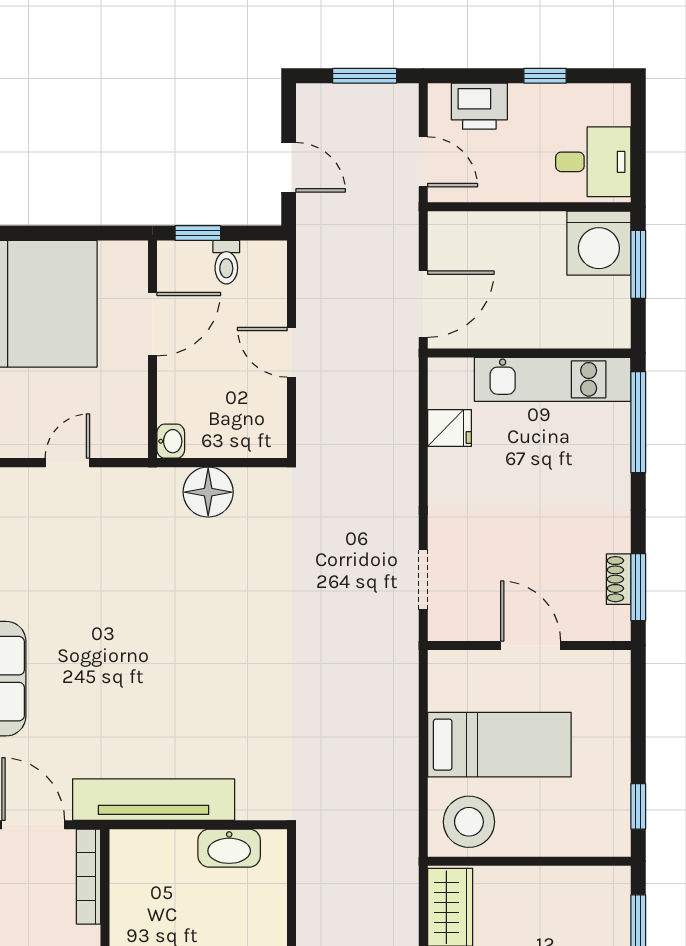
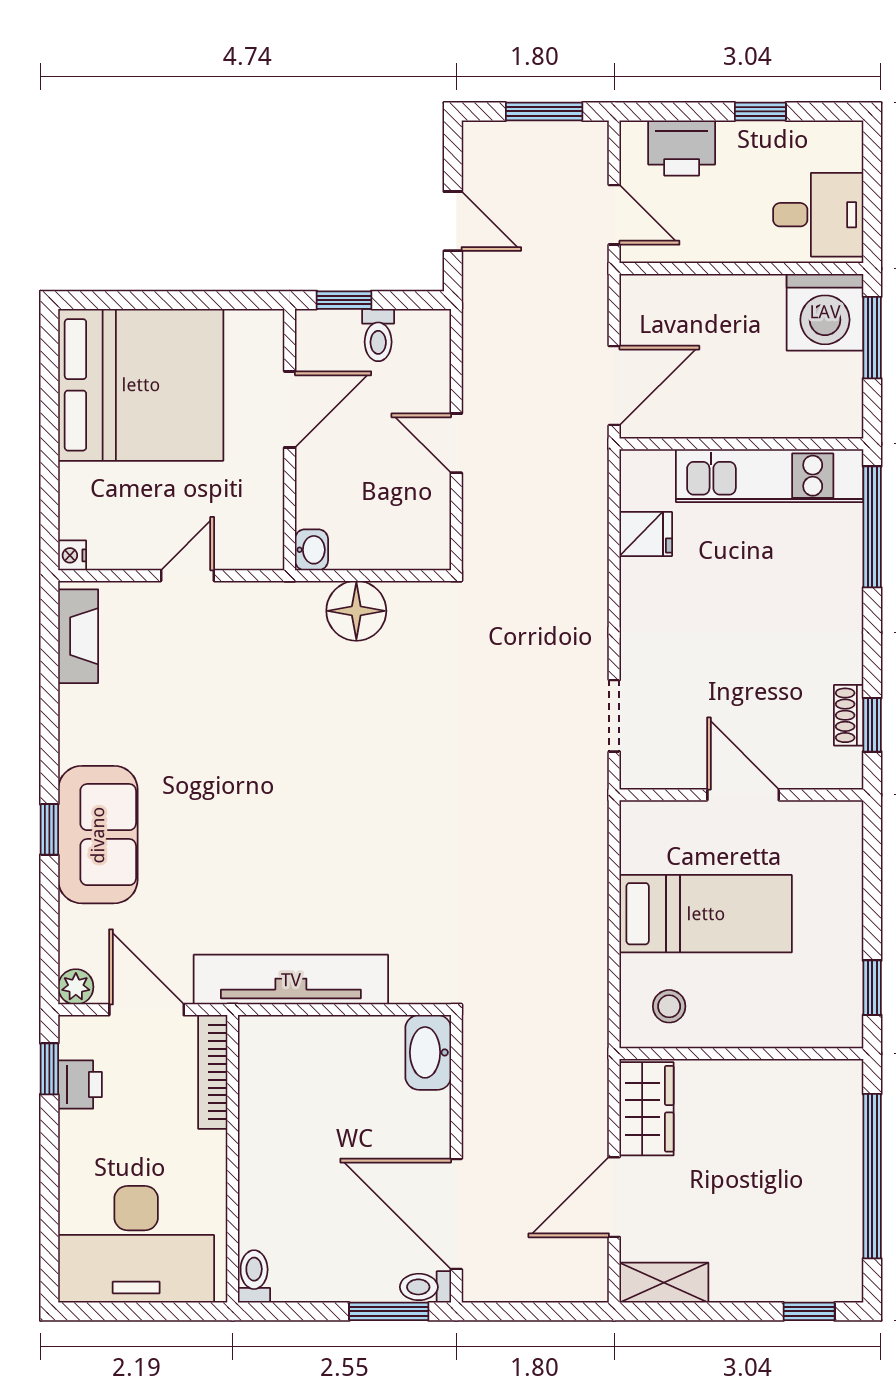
window: (638, 587) -> (872, 725), width x0.67
stool: (469, 822) -> (669, 1006), width x0.53, depth x0.53
washbasin: (229, 848) -> (428, 1052), moved, turned 90

